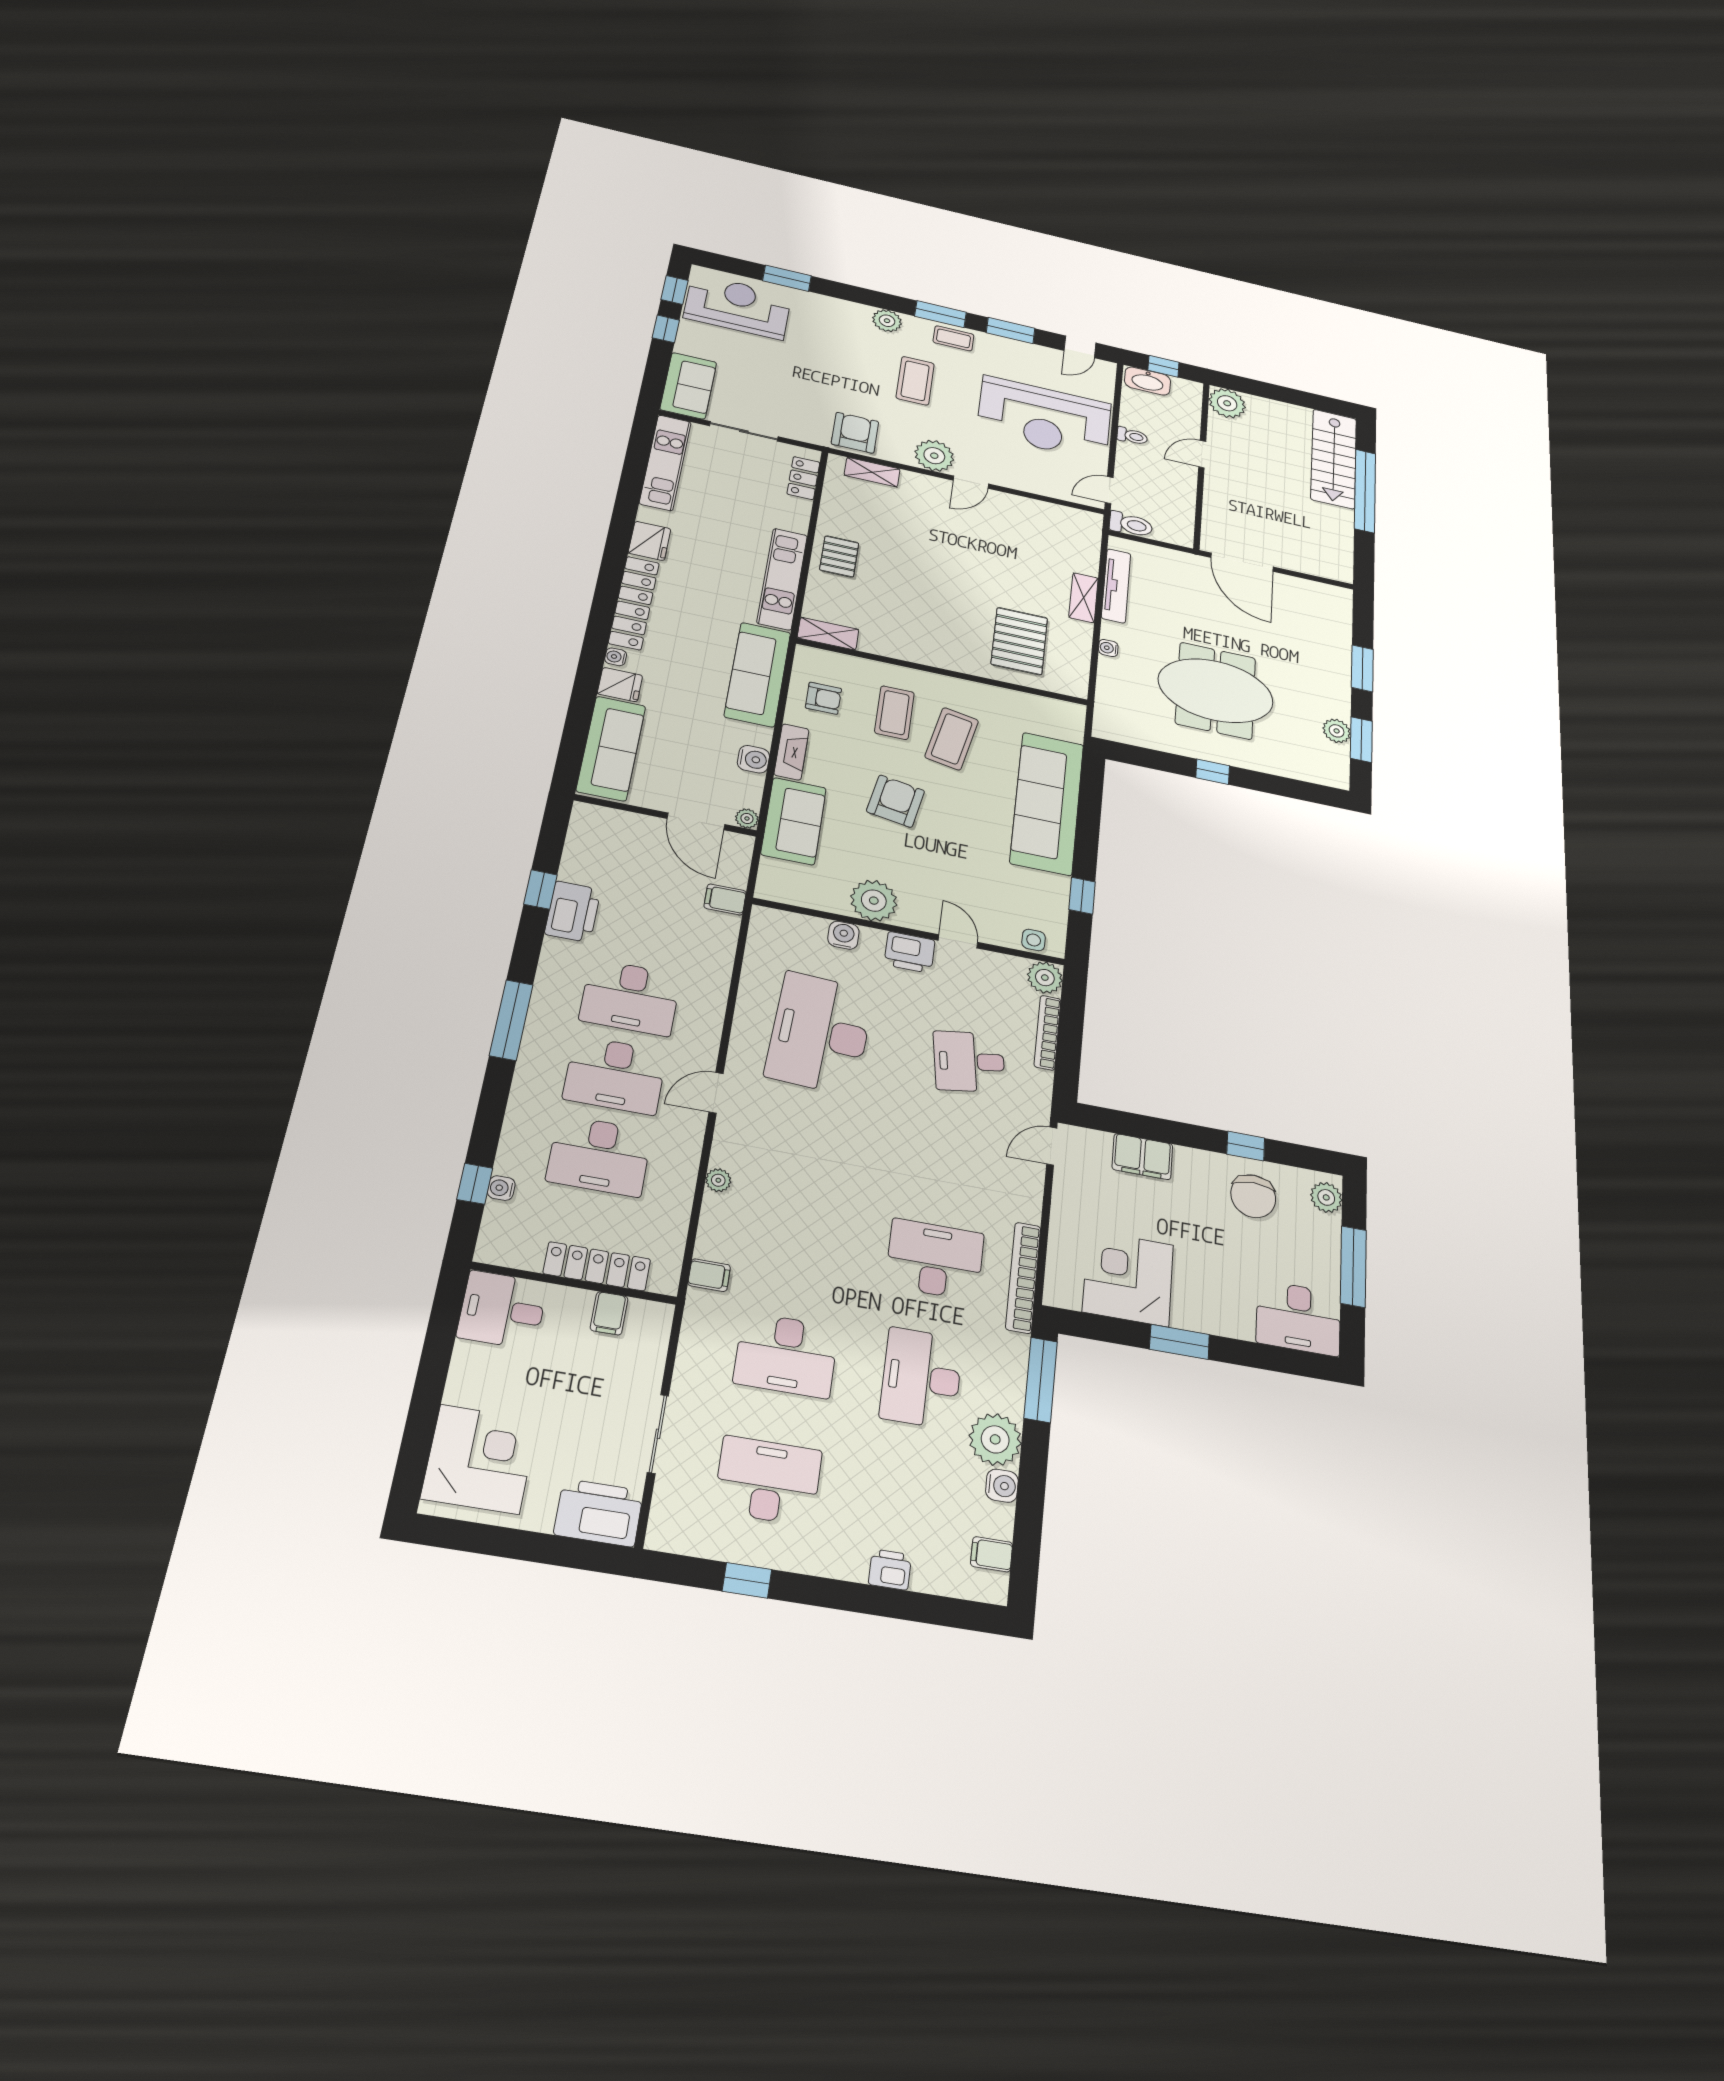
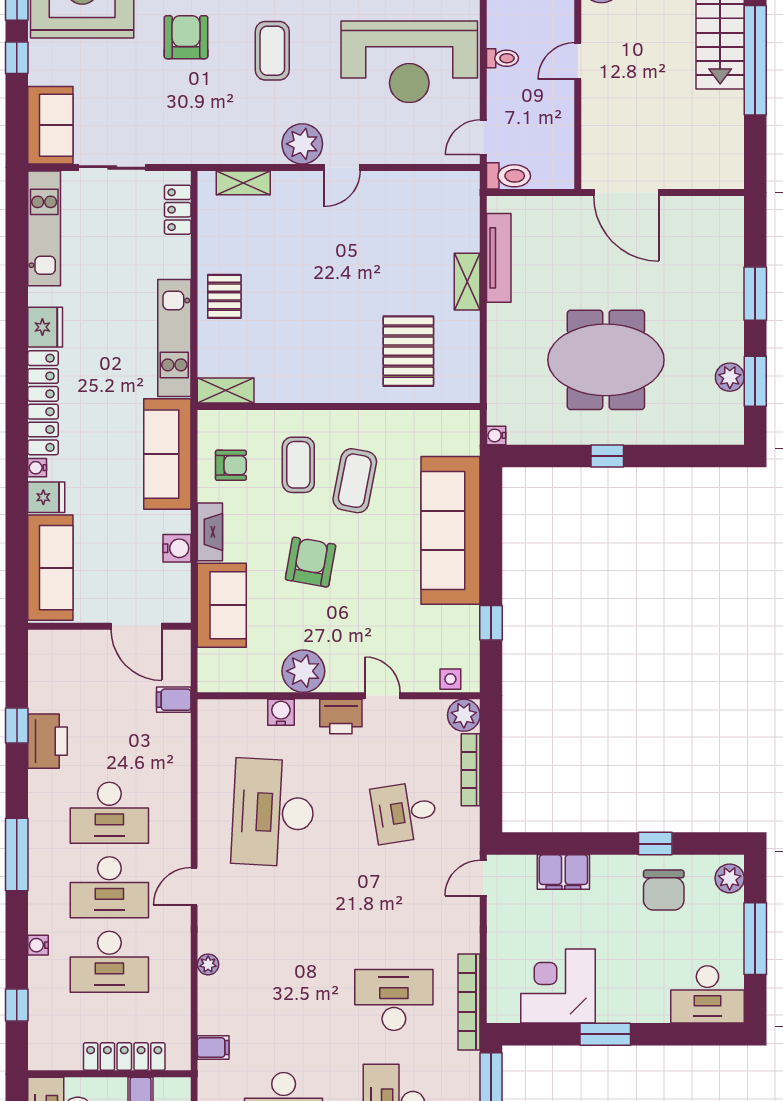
armchair: (855, 433) -> (186, 37), moved
water cooler: (1108, 648) -> (496, 435), moved
plant: (747, 818) -> (180, 612), removed
water cooler: (501, 1188) -> (38, 945), moved

